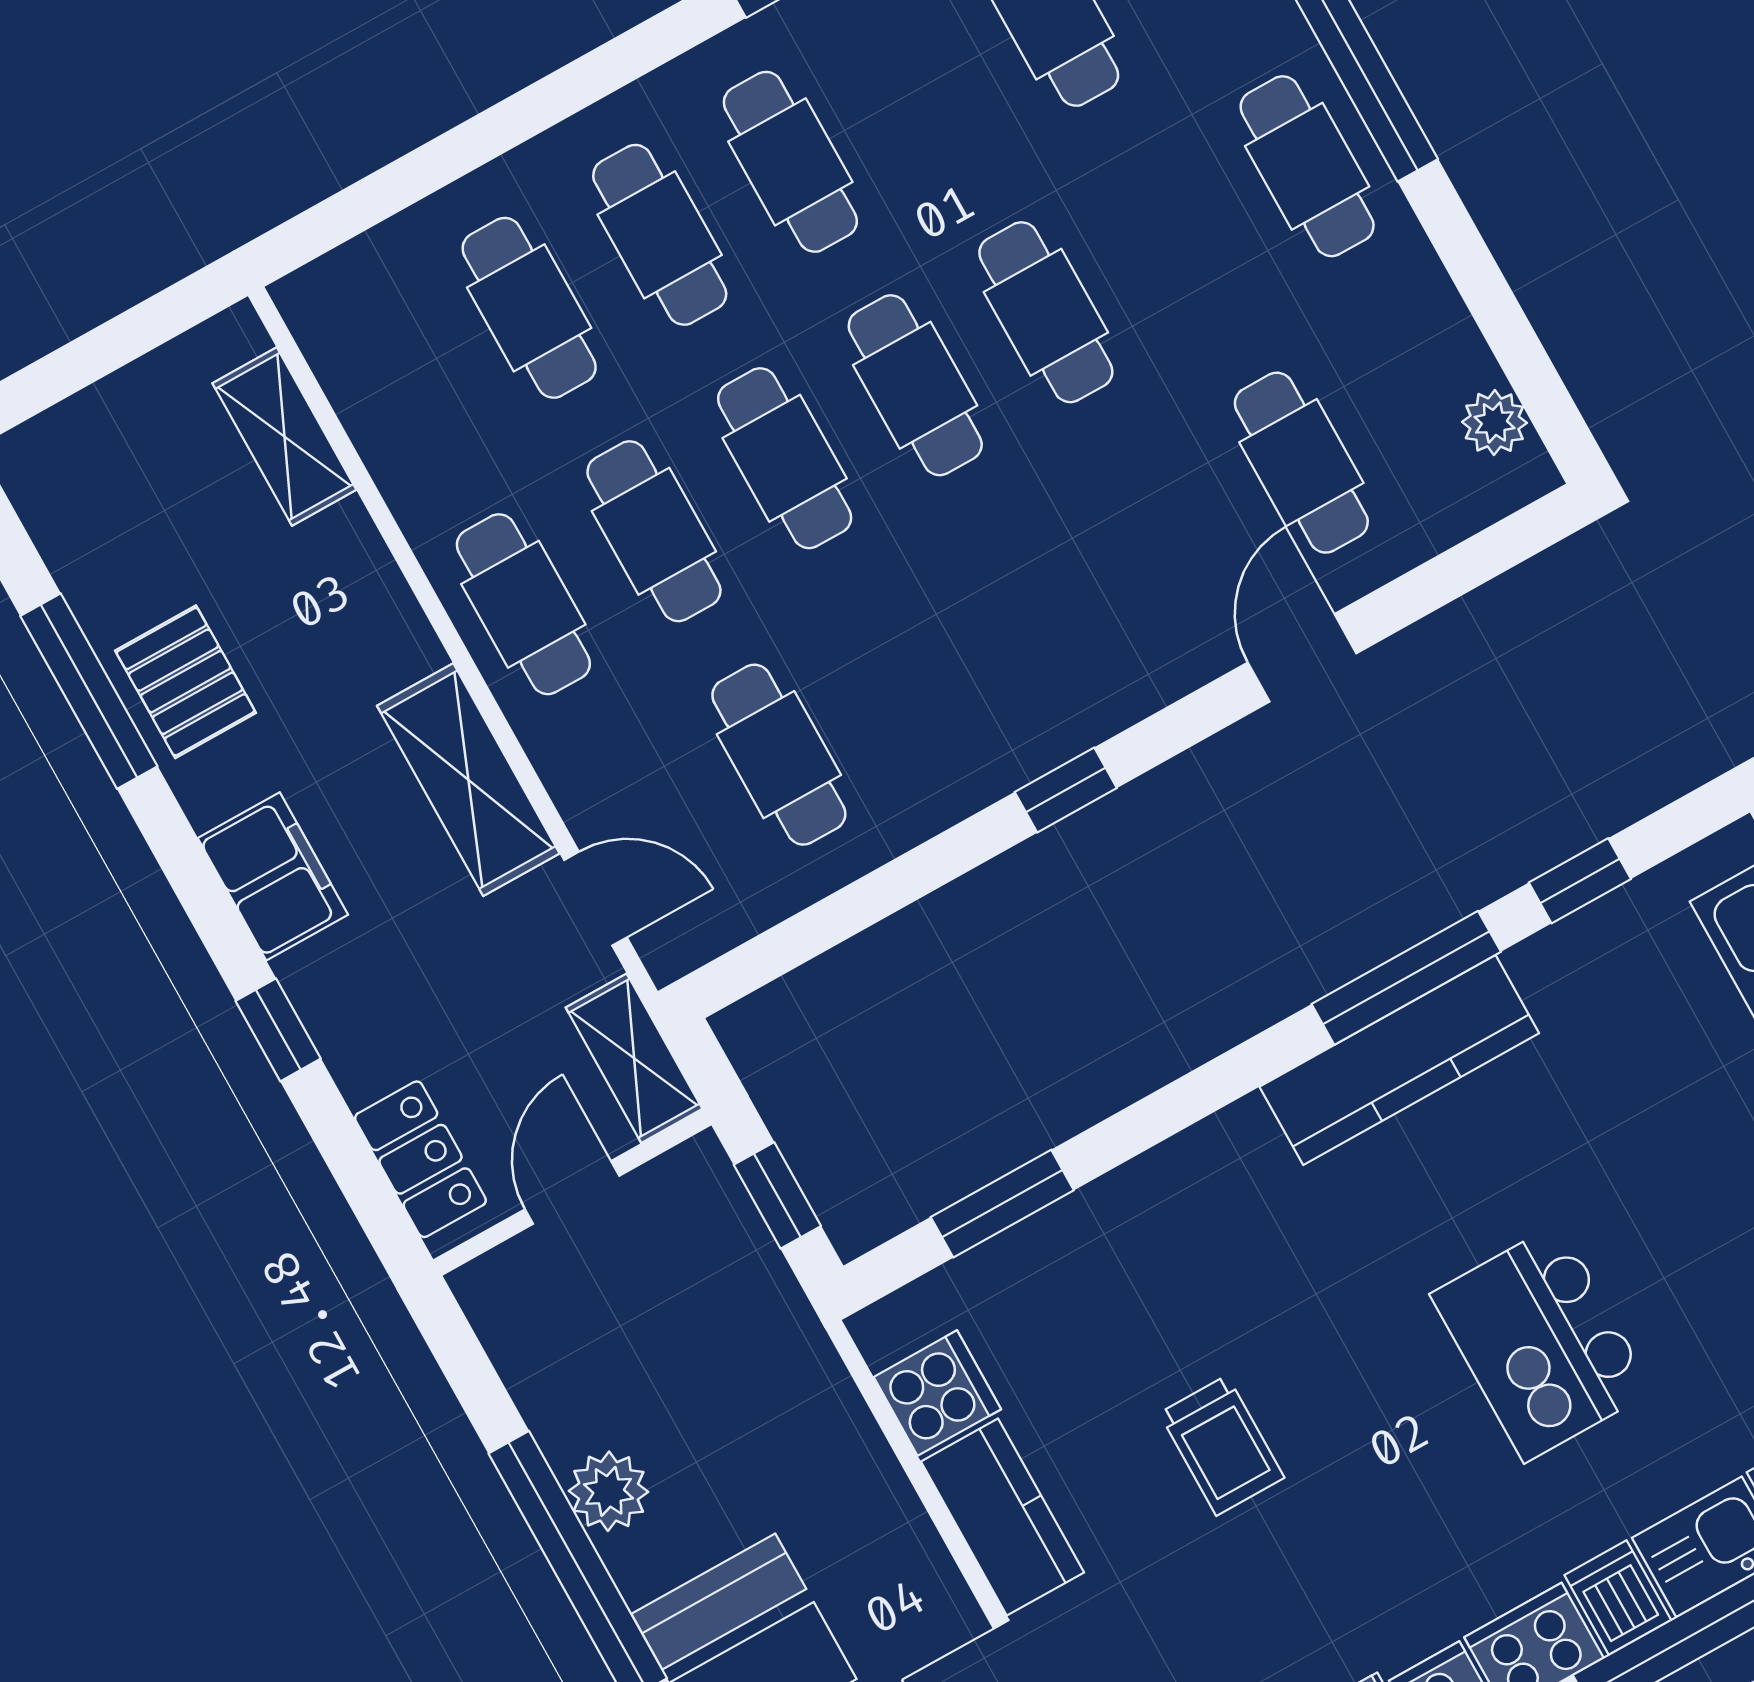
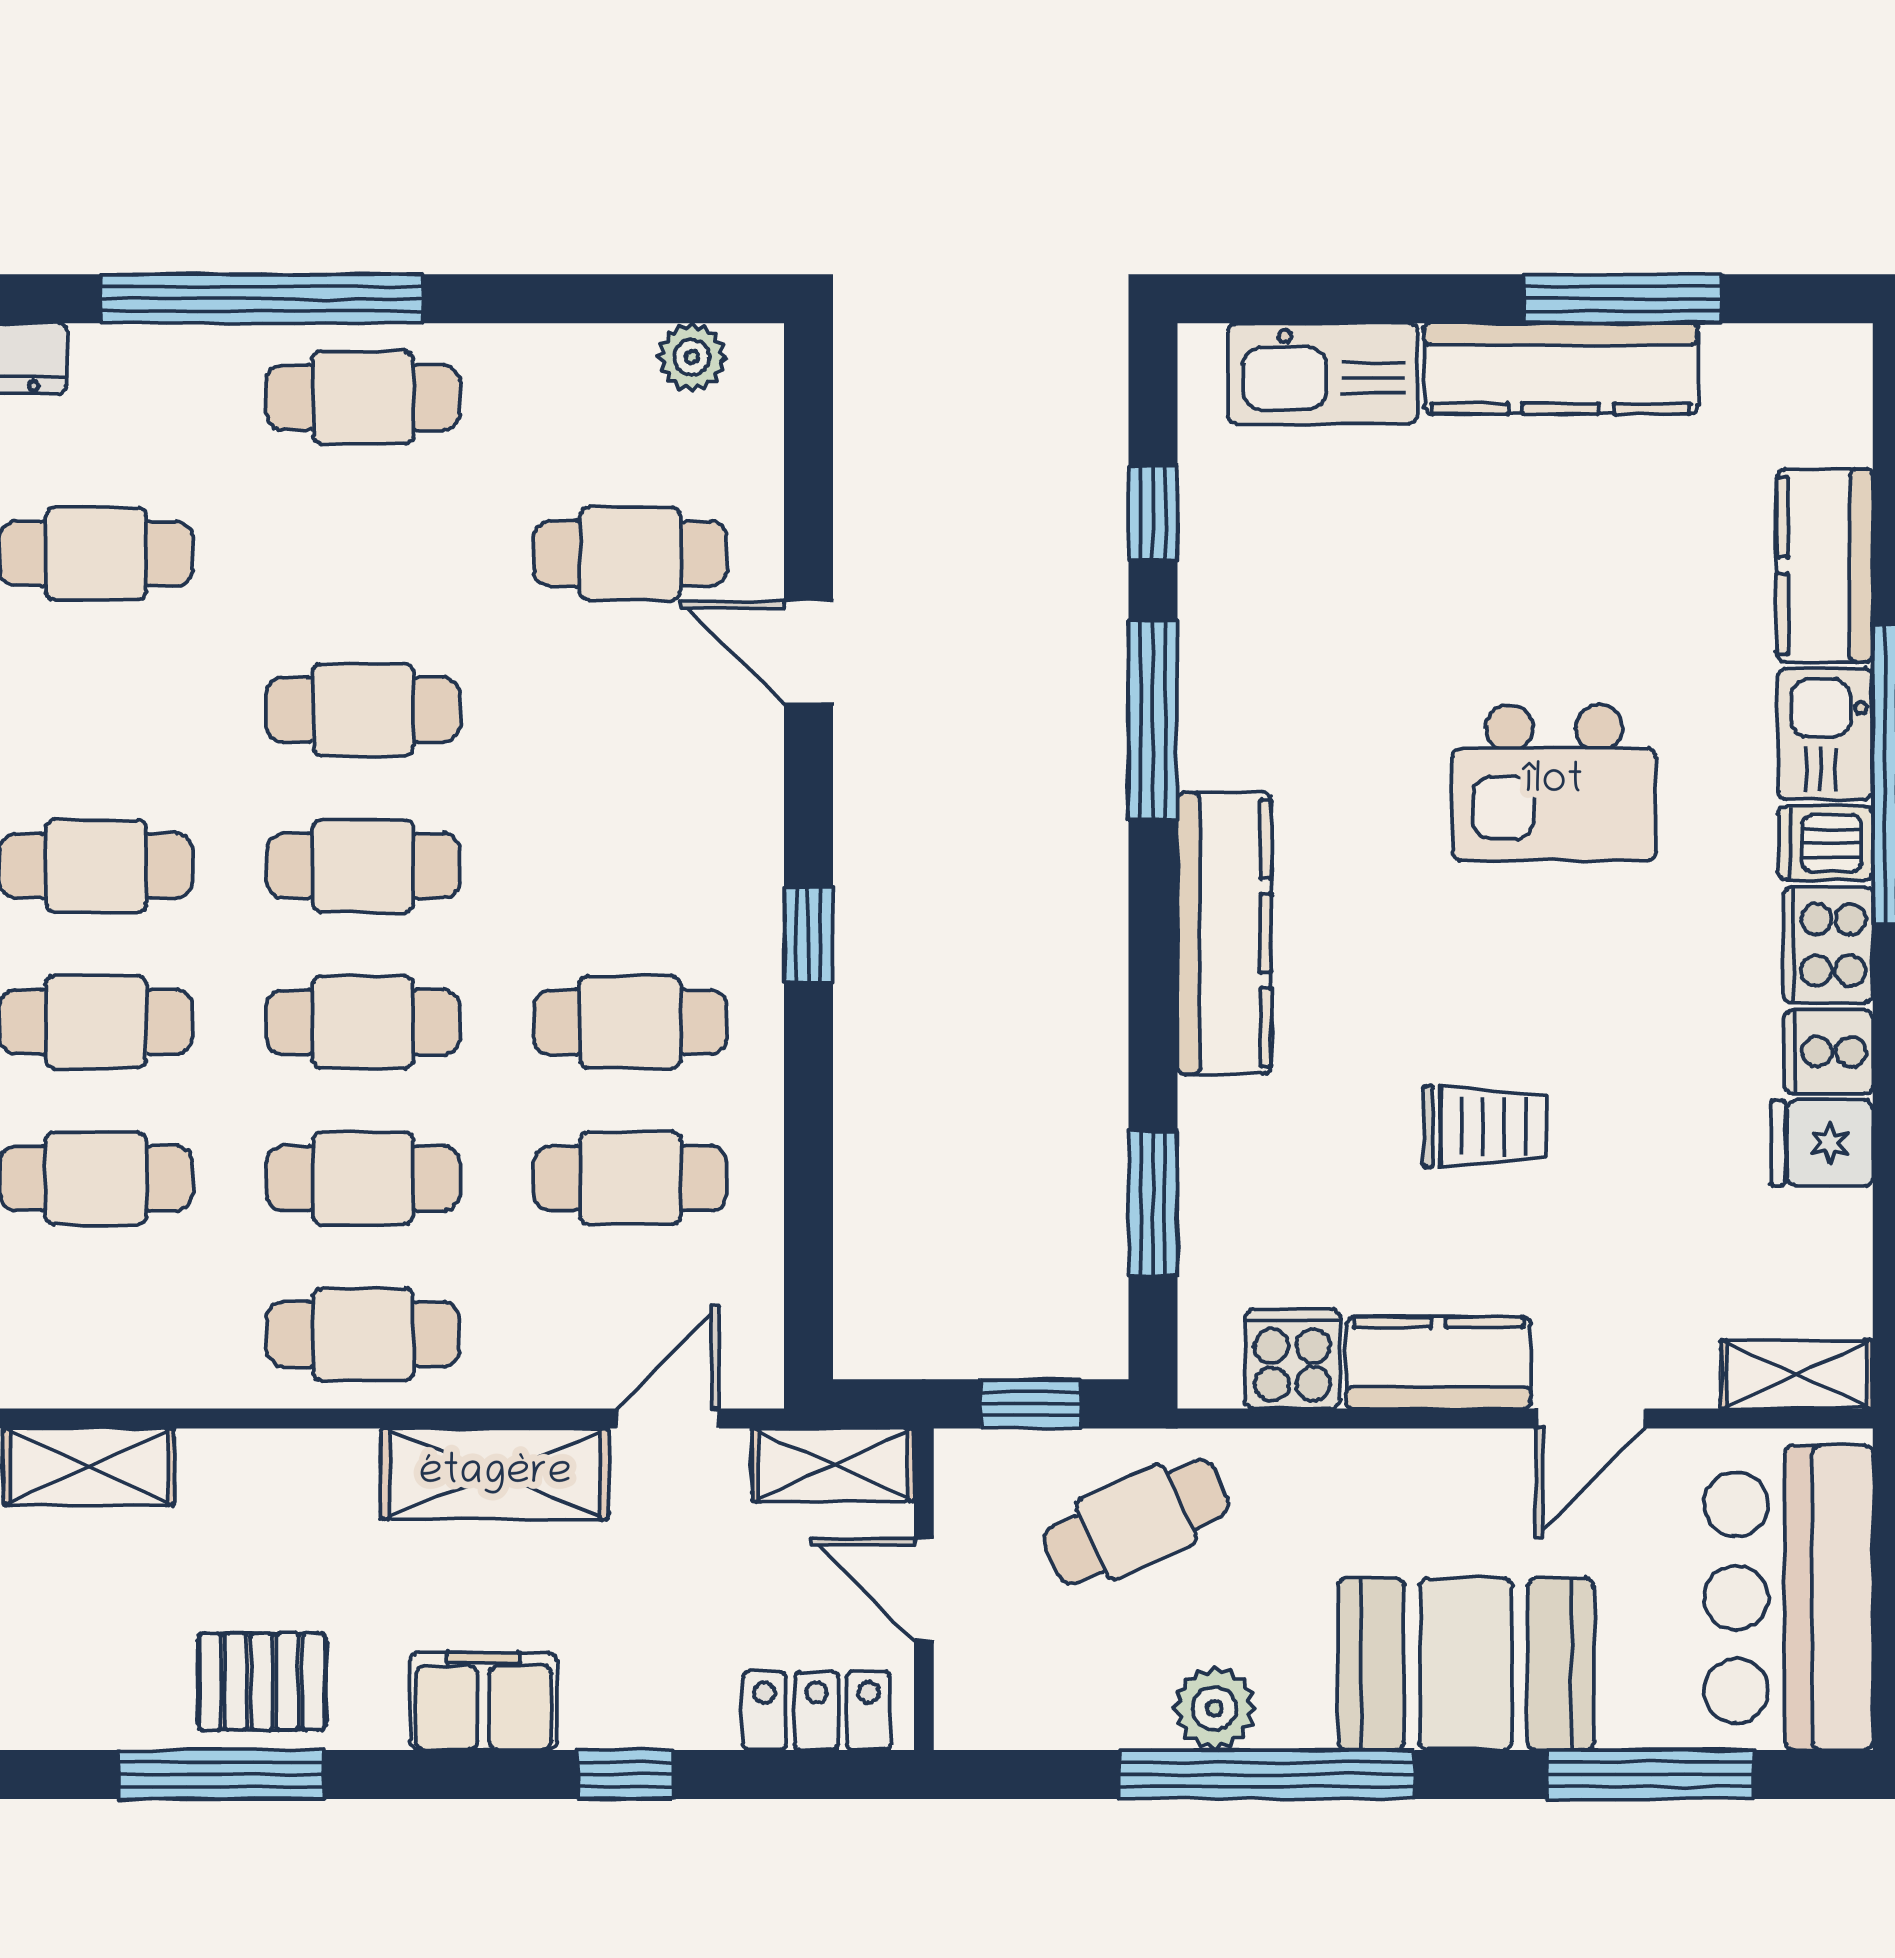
cafe table: (909, 682) -> (630, 1022), added
kitchen counter: (1399, 1060) -> (1224, 933), moved
cafe table: (728, 1339) -> (1136, 1522), added

